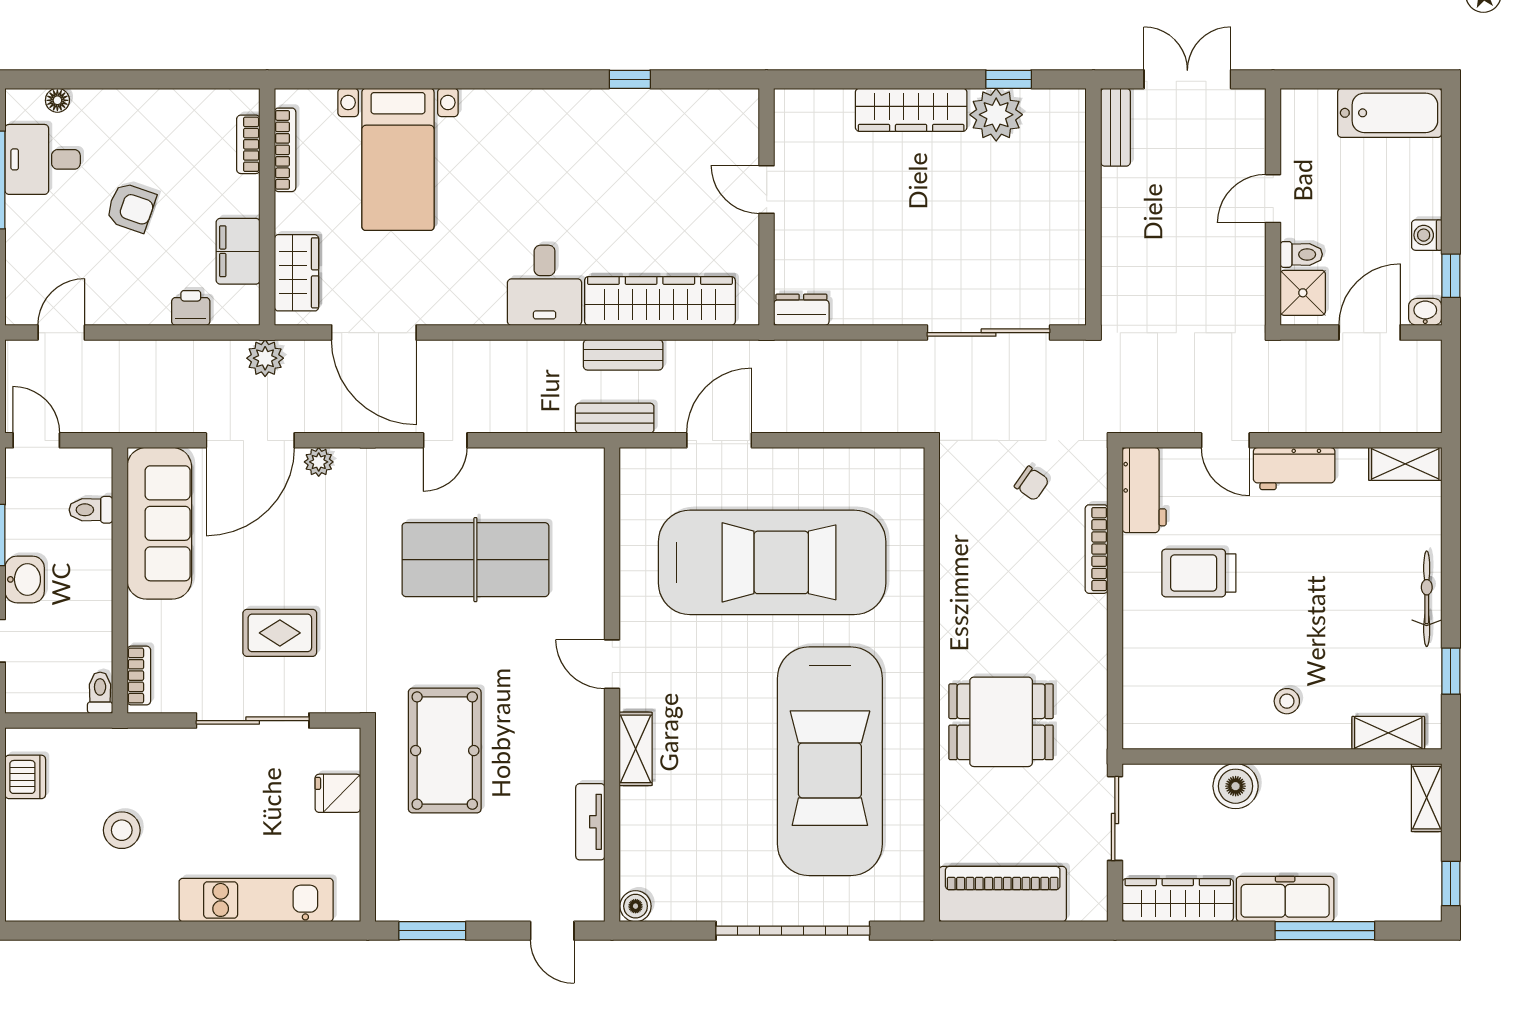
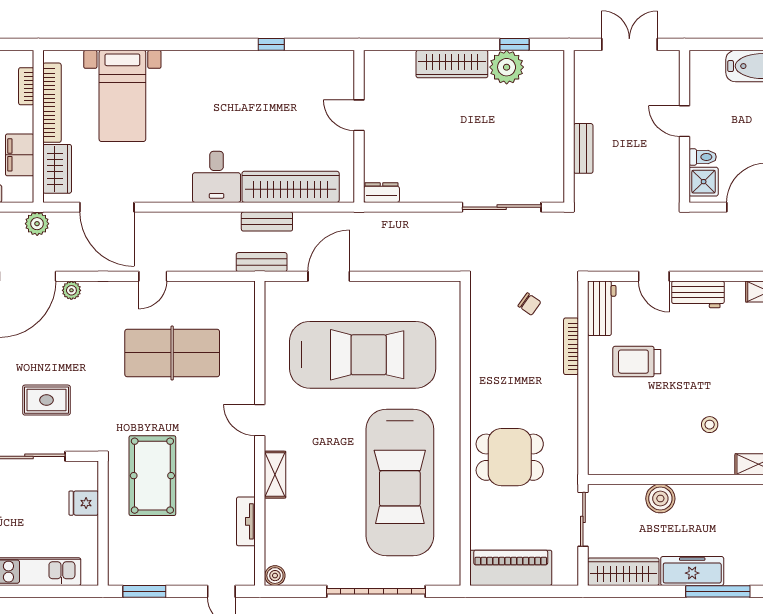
bench: (1115, 127) -> (583, 148), moved
bookcase: (285, 150) -> (52, 103), width x1.48, depth x1.31
door: (1273, 199) -> (684, 121), hinge flipped
stool: (1287, 701) -> (710, 425), moved

